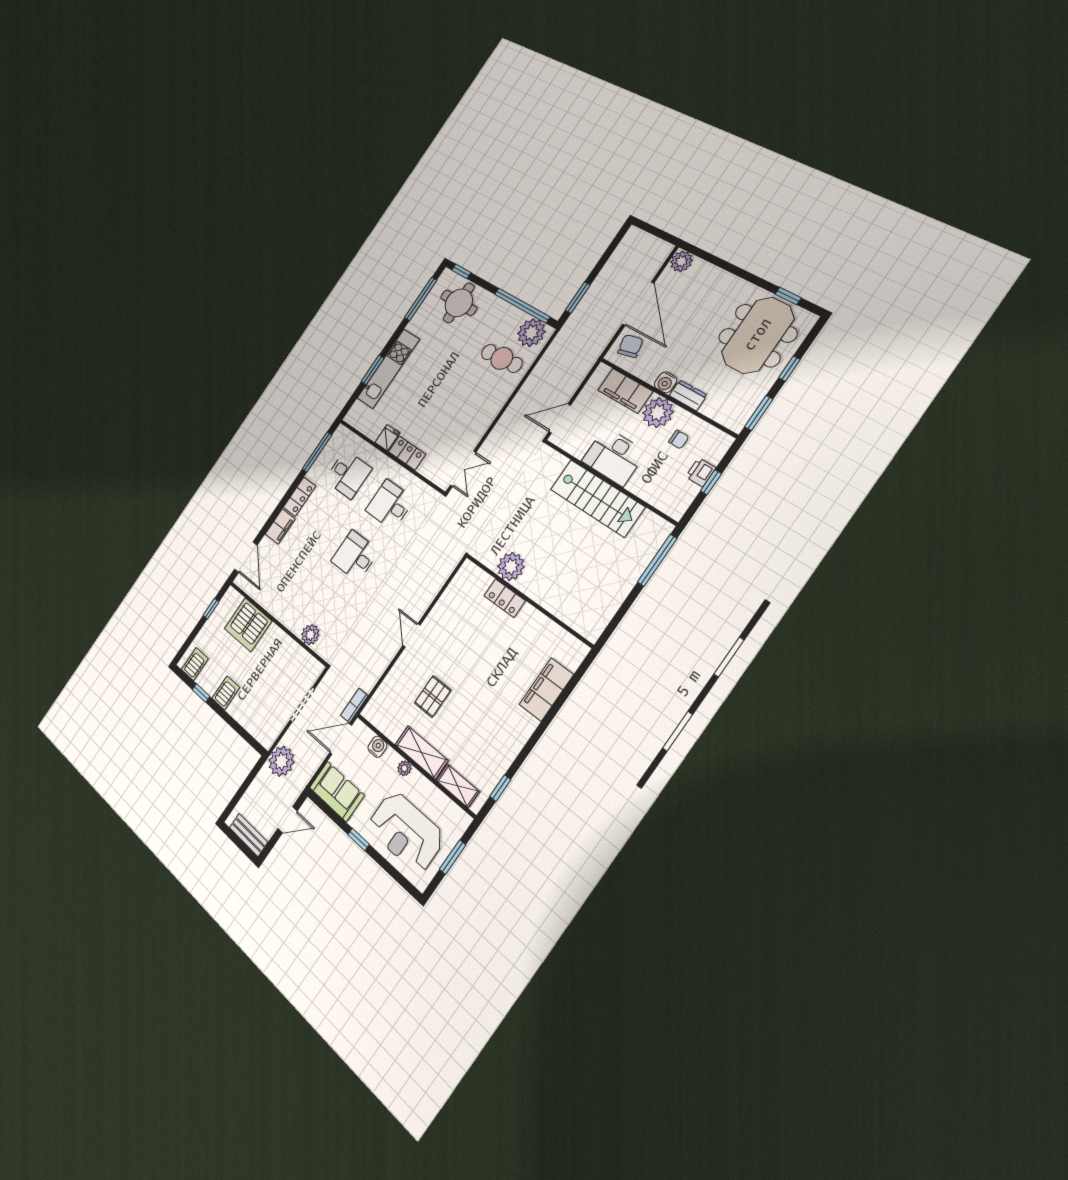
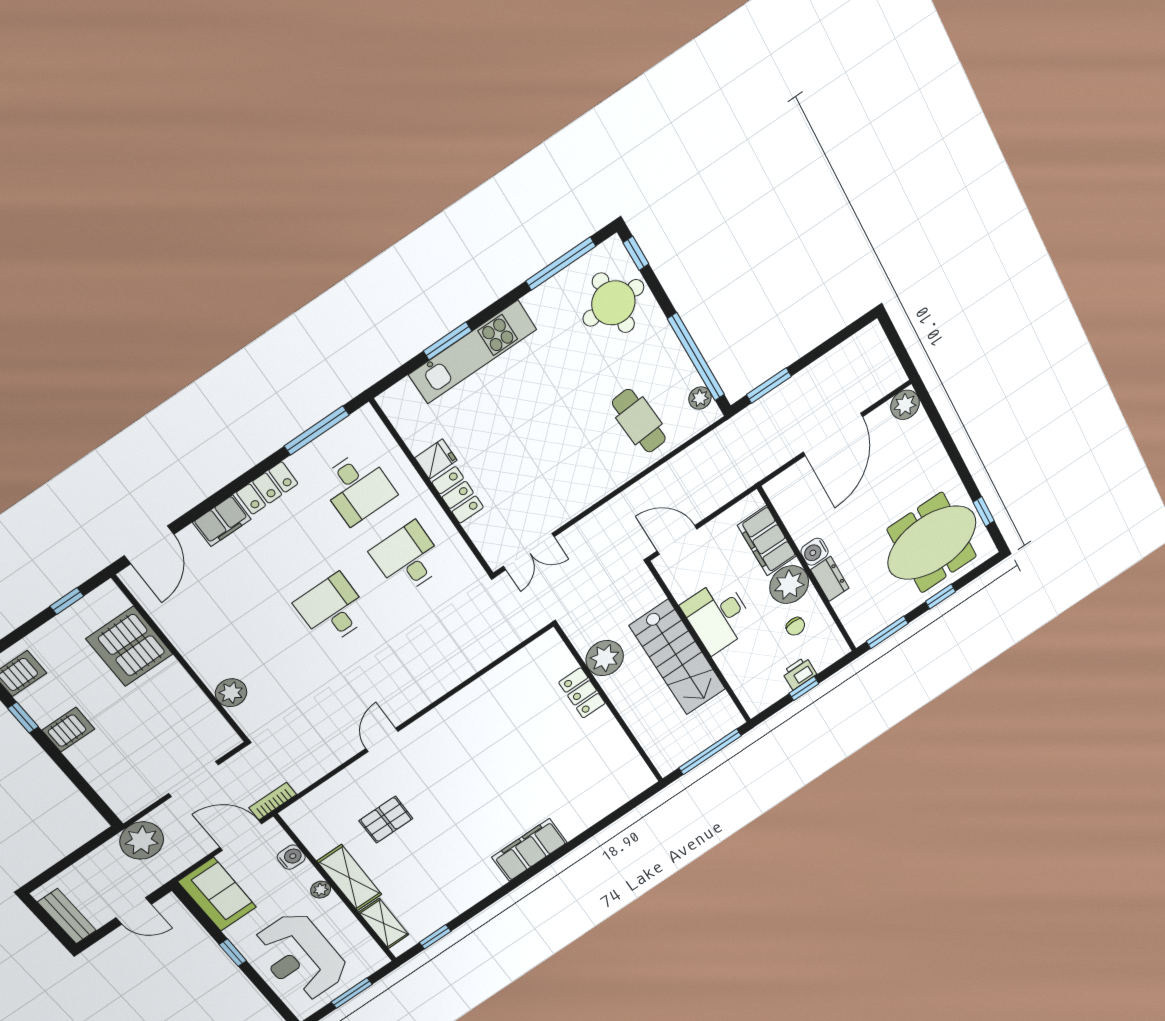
plant: (531, 333) -> (700, 398), width x0.53, depth x0.53
chair: (630, 346) -> (799, 486), removed
plant: (511, 567) -> (605, 658), moved
locker: (505, 598) -> (582, 693), moved
wall: (528, 600) -> (609, 704), moved

